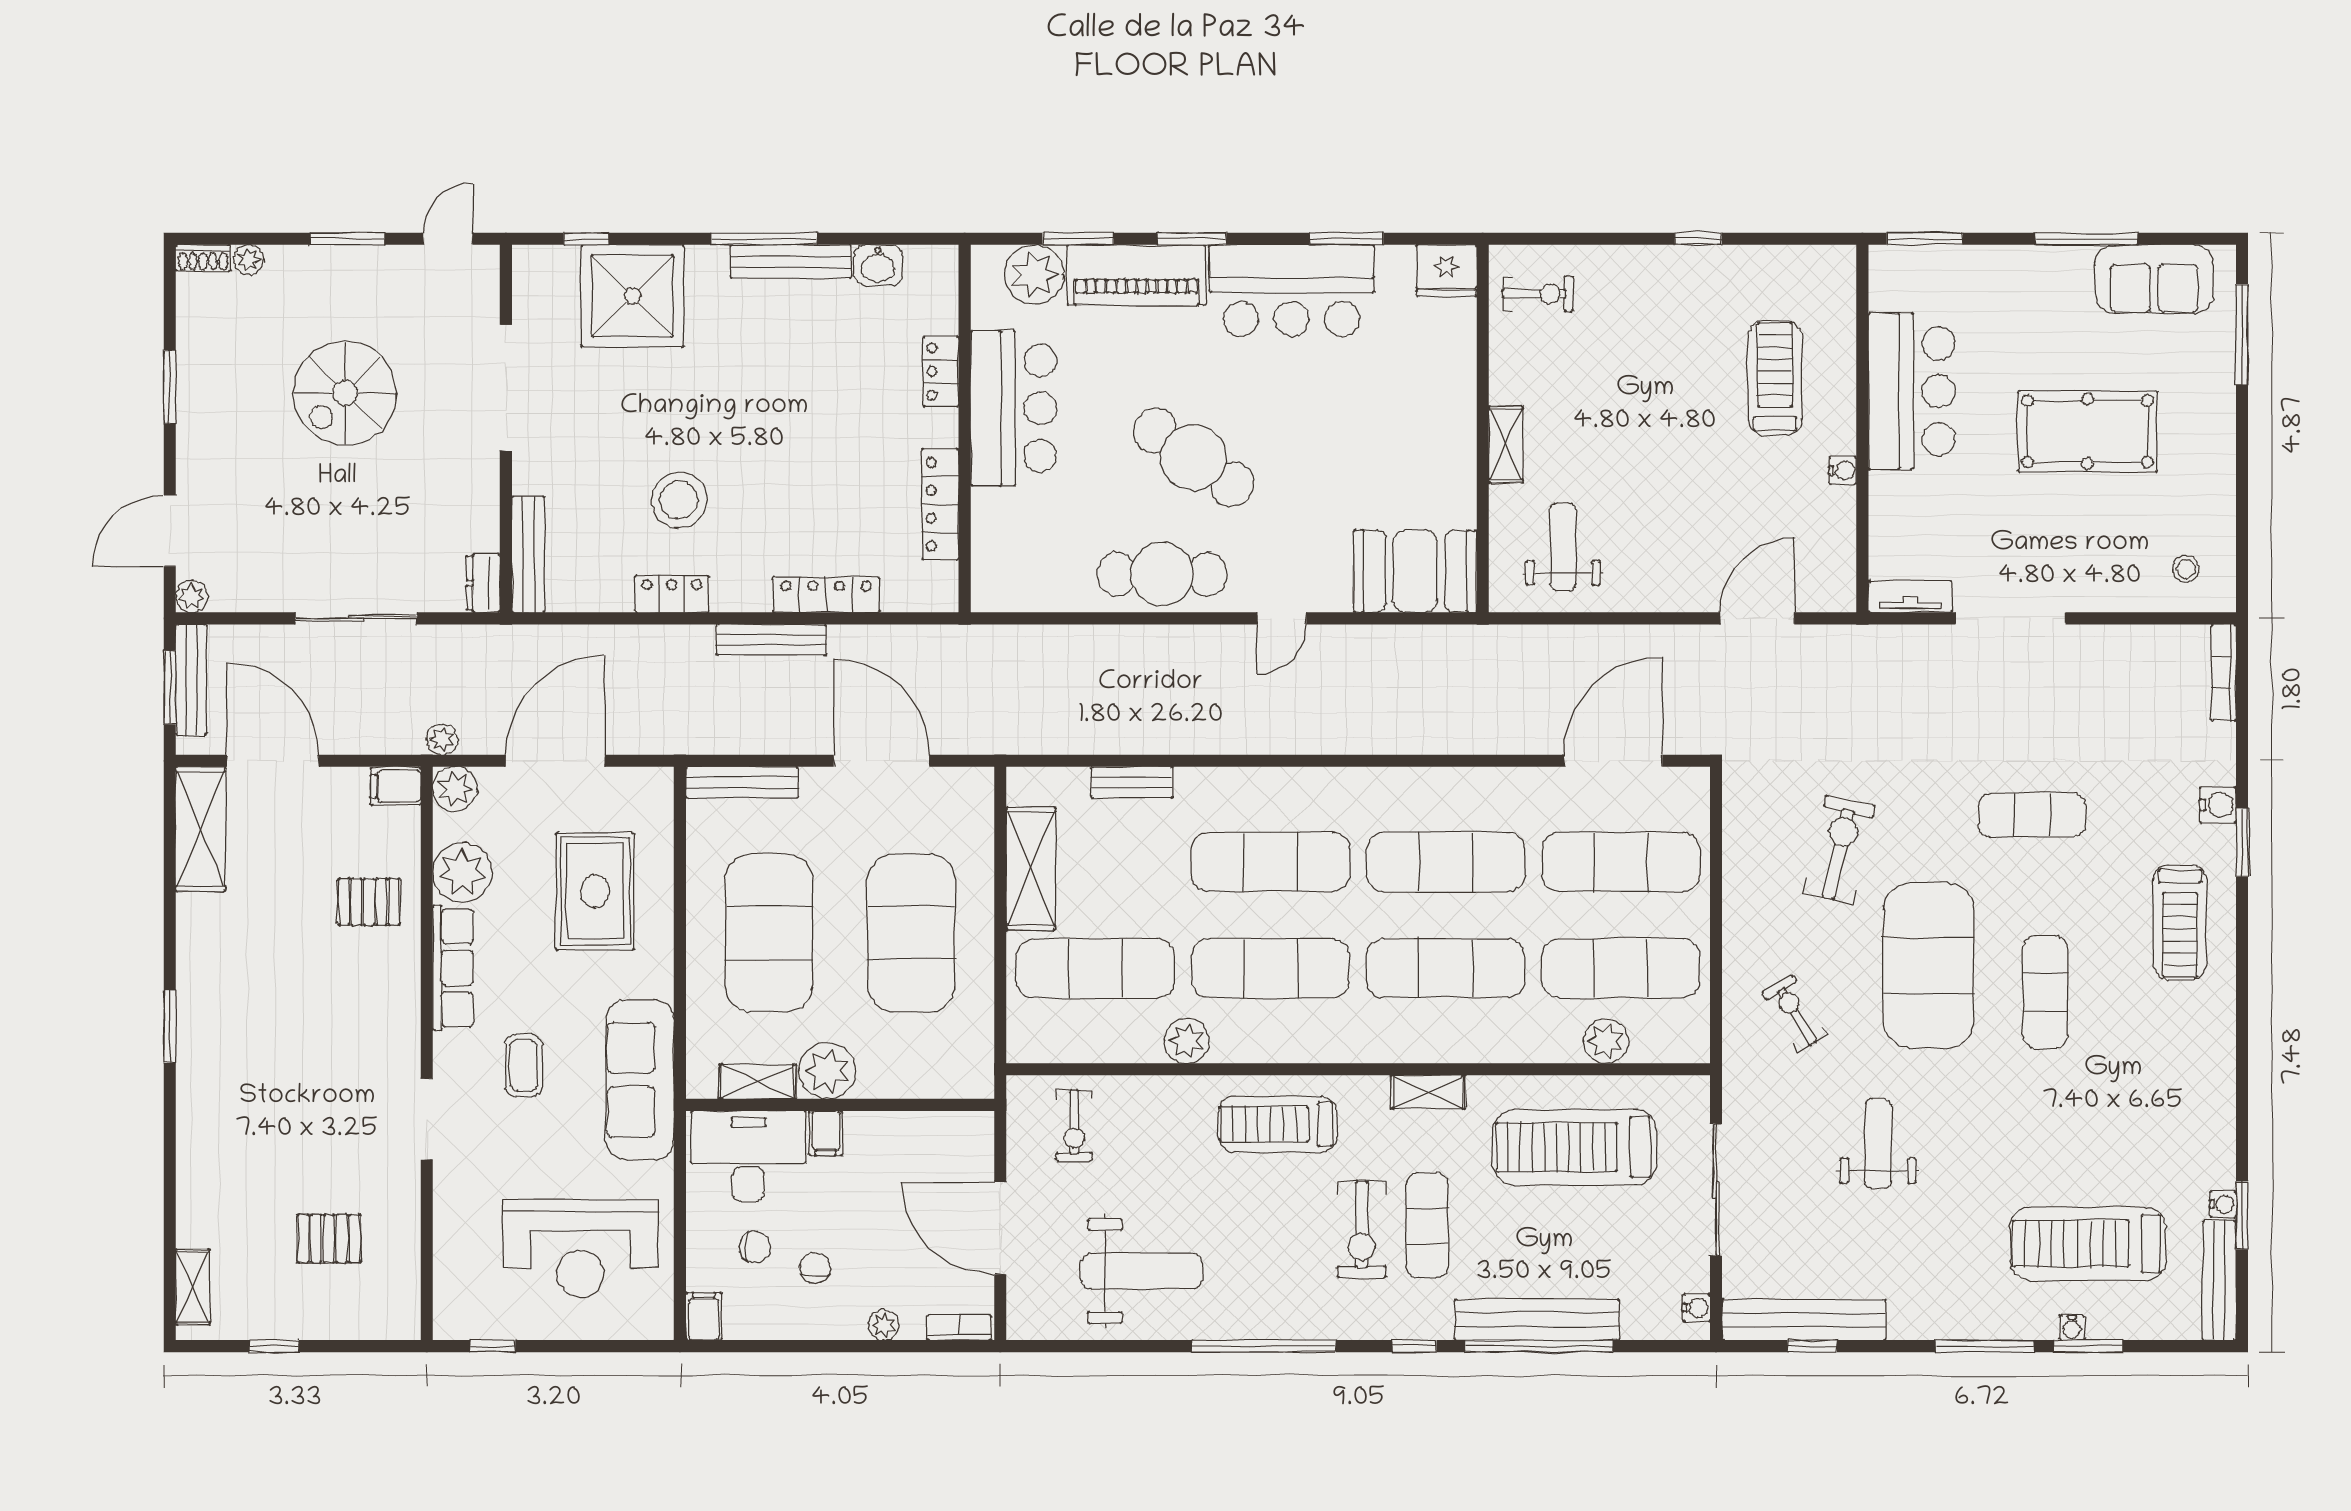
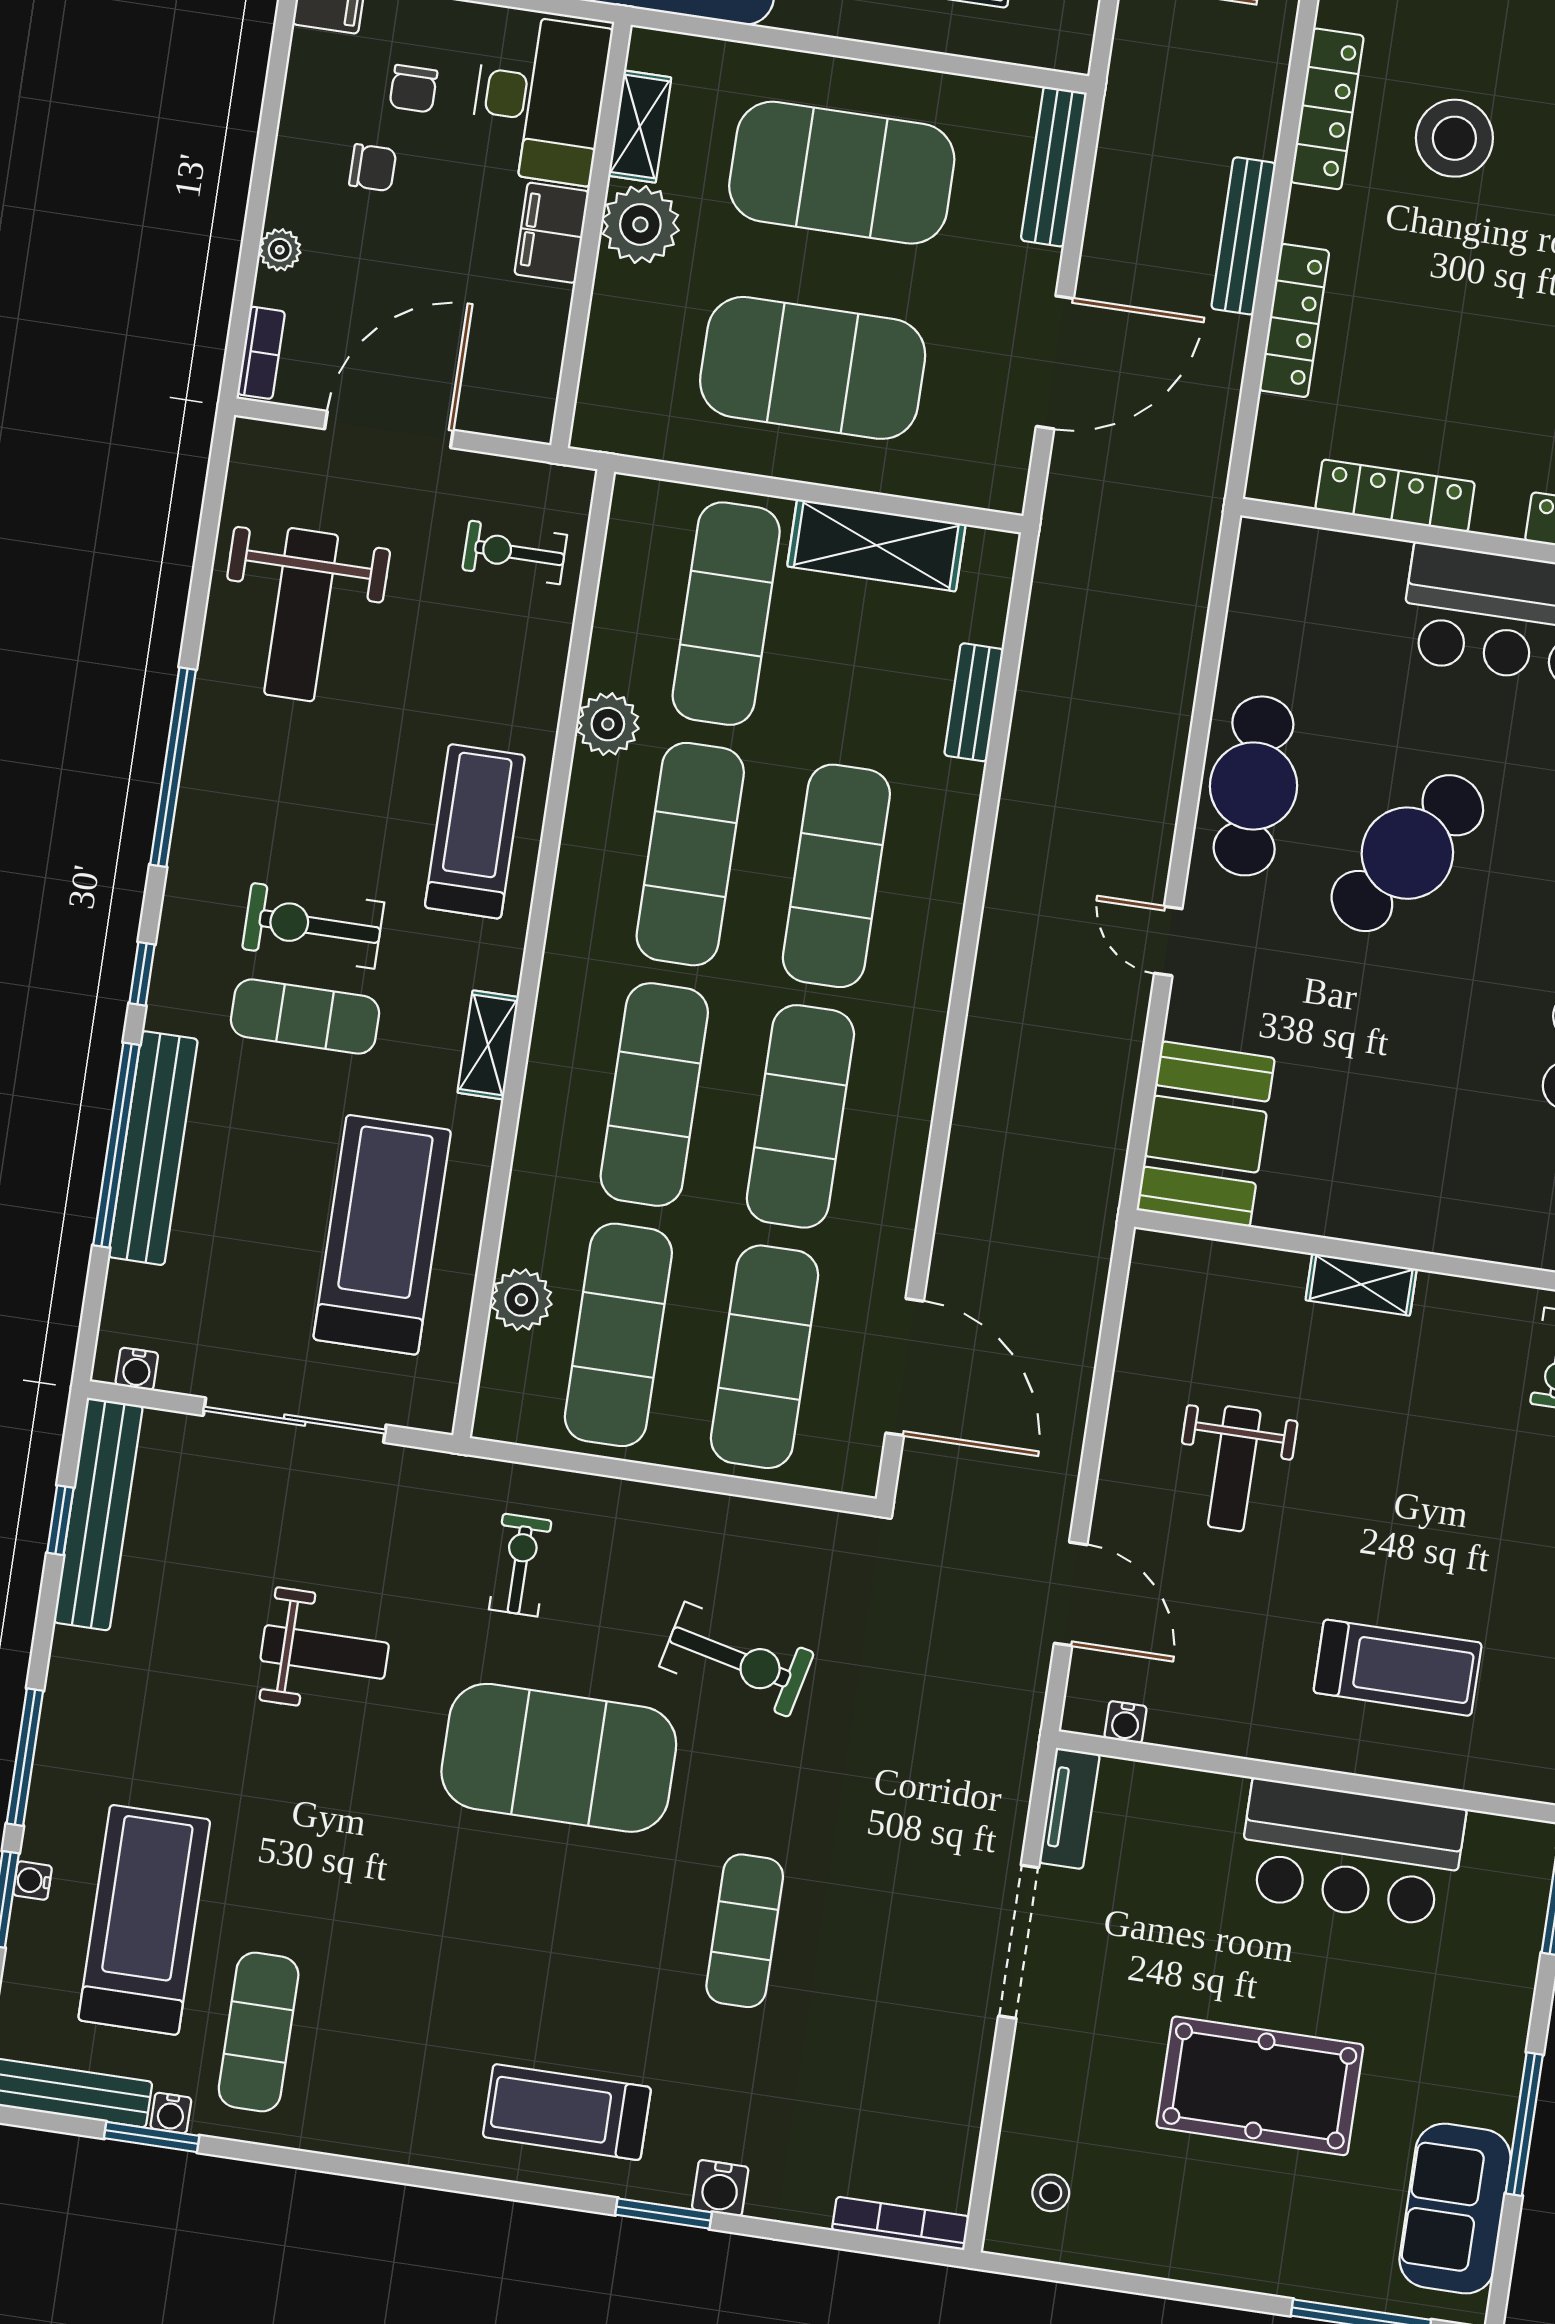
pool table: (2088, 431) -> (1260, 2086), turned 90
water cooler: (1843, 471) -> (1126, 1722), moved
weight bench: (1563, 547) -> (1234, 1469), moved, turned 90
locker: (672, 594) -> (1327, 109), width x1.53
exercise mat: (2045, 992) -> (259, 2032), moved, turned 90
exercise bike: (1795, 1014) -> (520, 1565), turned -59
filing cabinet: (826, 1133) -> (552, 233), width x2.00

